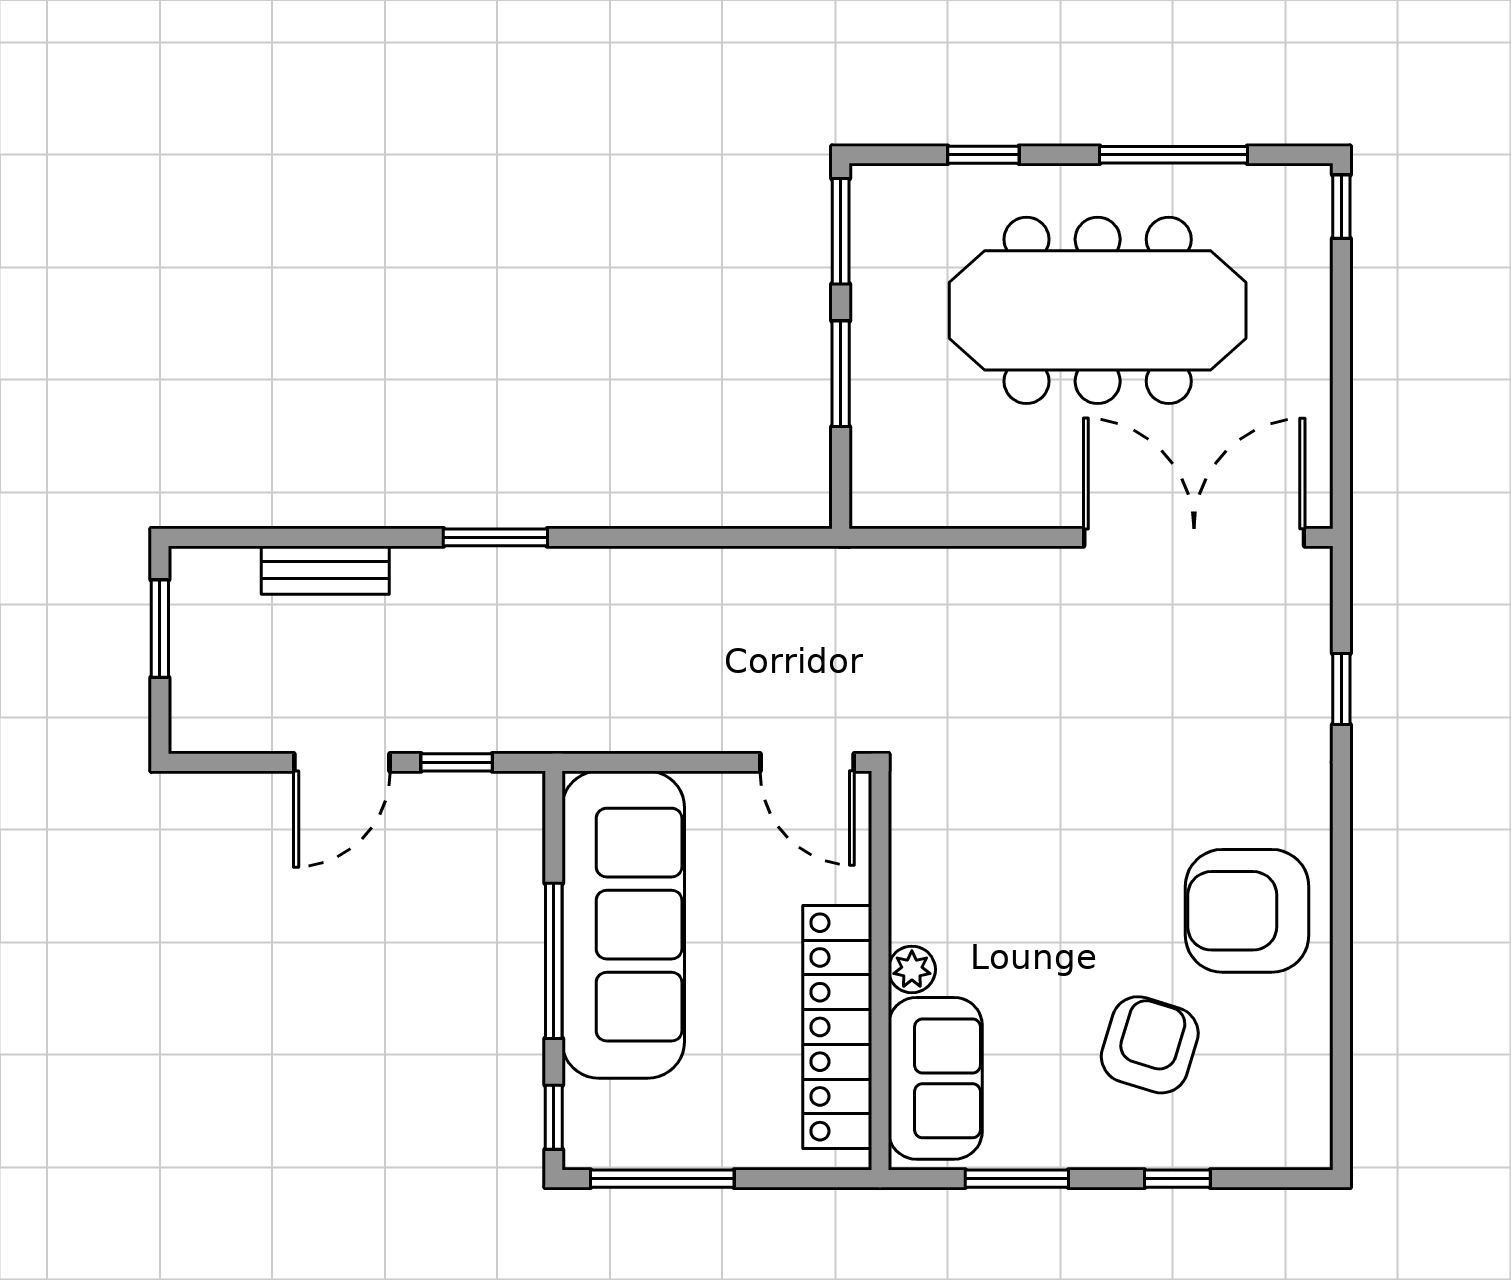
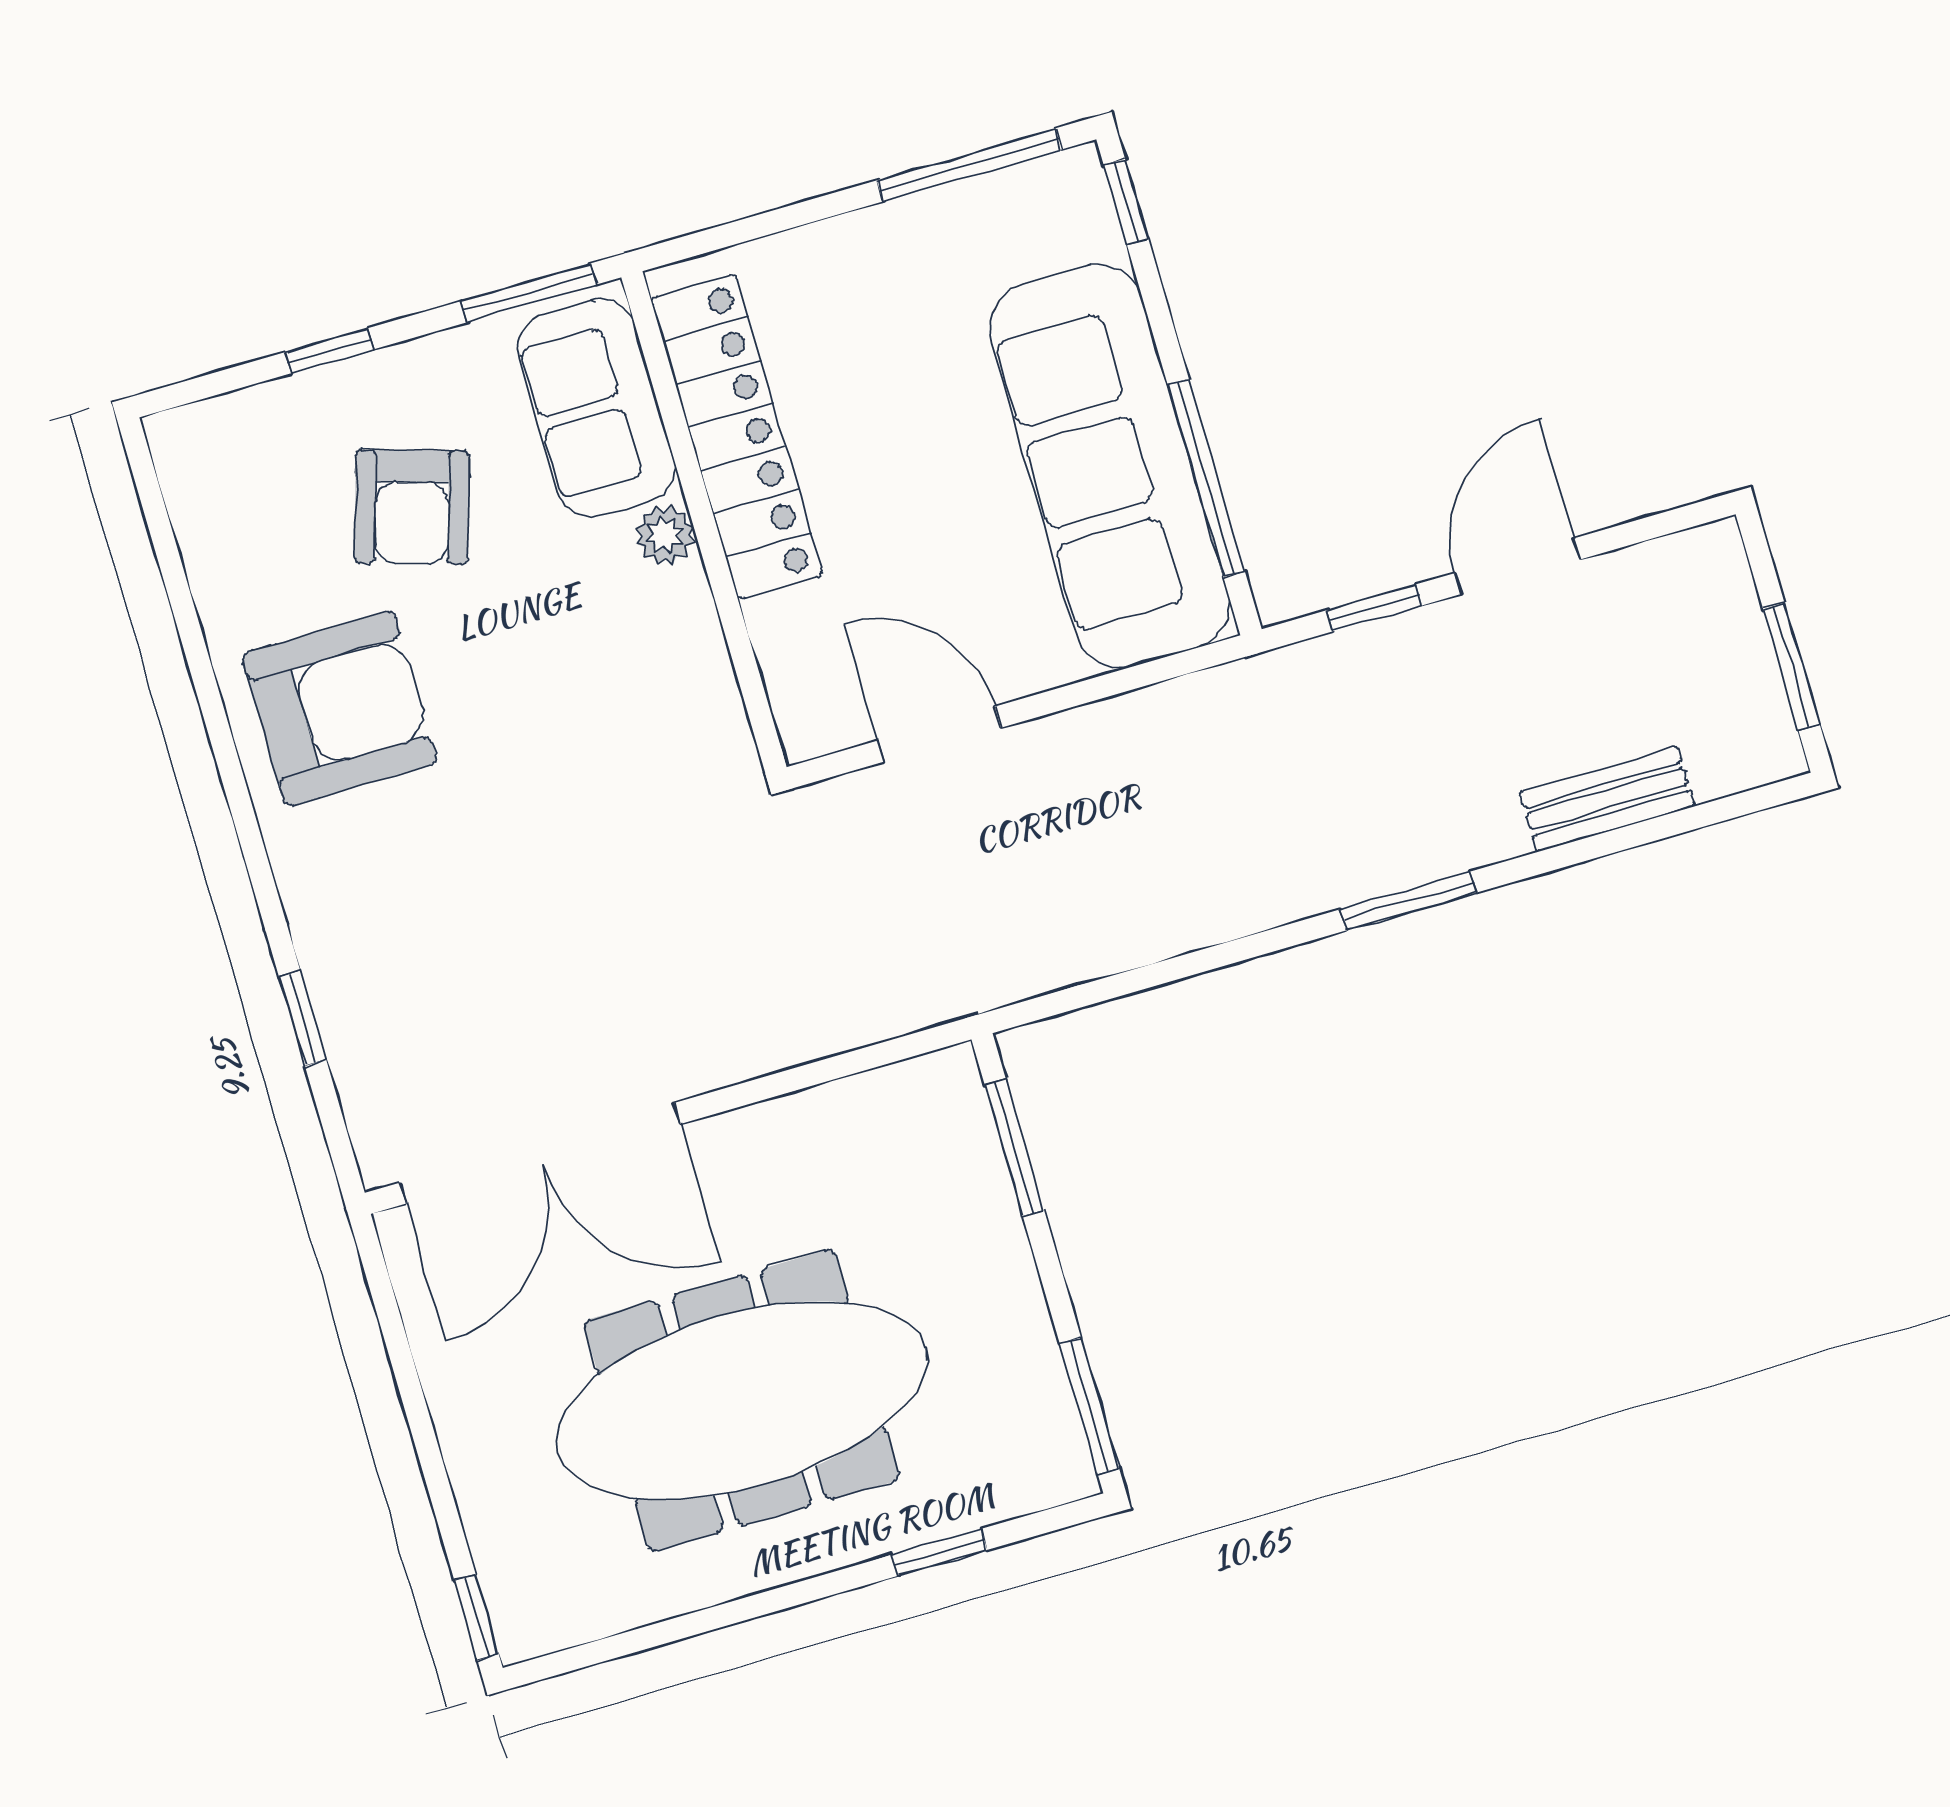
window: (1174, 155) -> (704, 1621), removed
window: (841, 374) -> (1014, 1147), moved
window: (554, 961) -> (1206, 478), moved
plant: (912, 969) -> (665, 535), moved
wall: (880, 970) -> (704, 522), moved
locker: (837, 1027) -> (737, 437), moved
sofa: (935, 1078) -> (596, 408), moved

